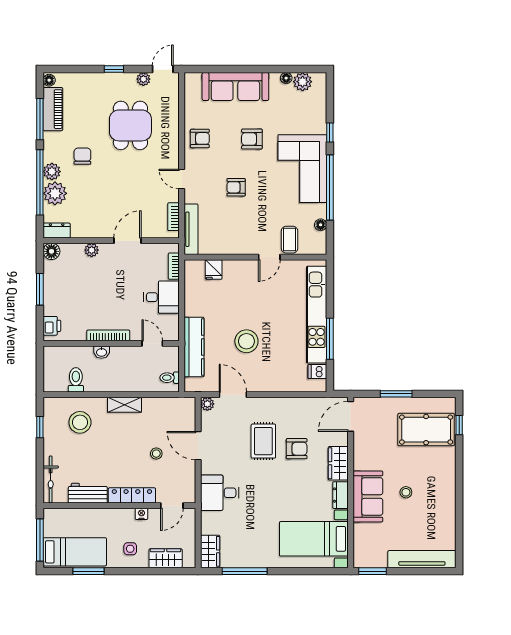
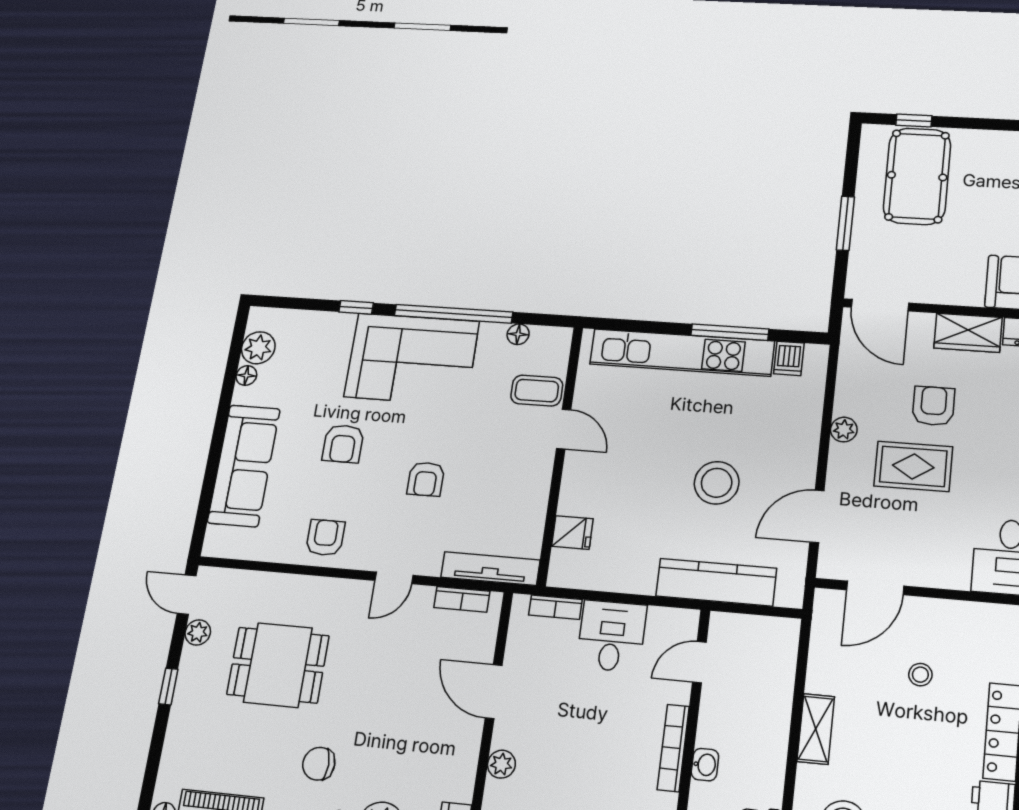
toilet: (170, 378) -> (771, 635), removed
plant: (207, 404) -> (844, 430), moved
door: (198, 446) -> (875, 588), moved

